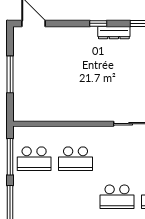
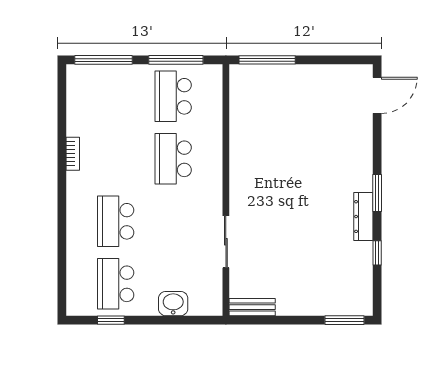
window: (98, 23) -> (377, 193), width x1.50
window: (10, 74) -> (267, 60), moved

